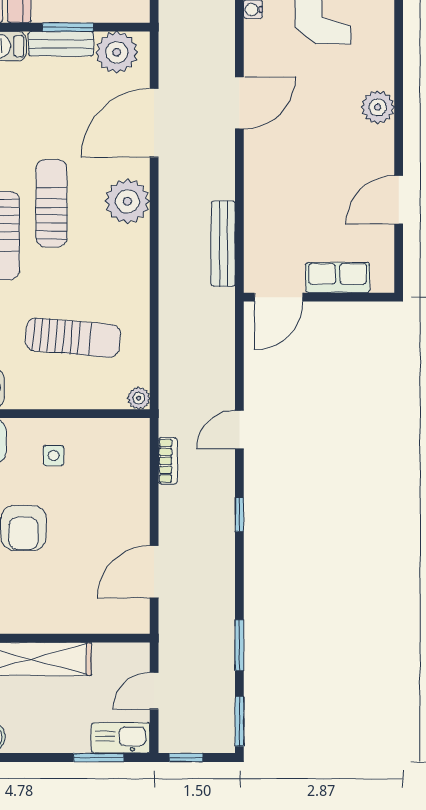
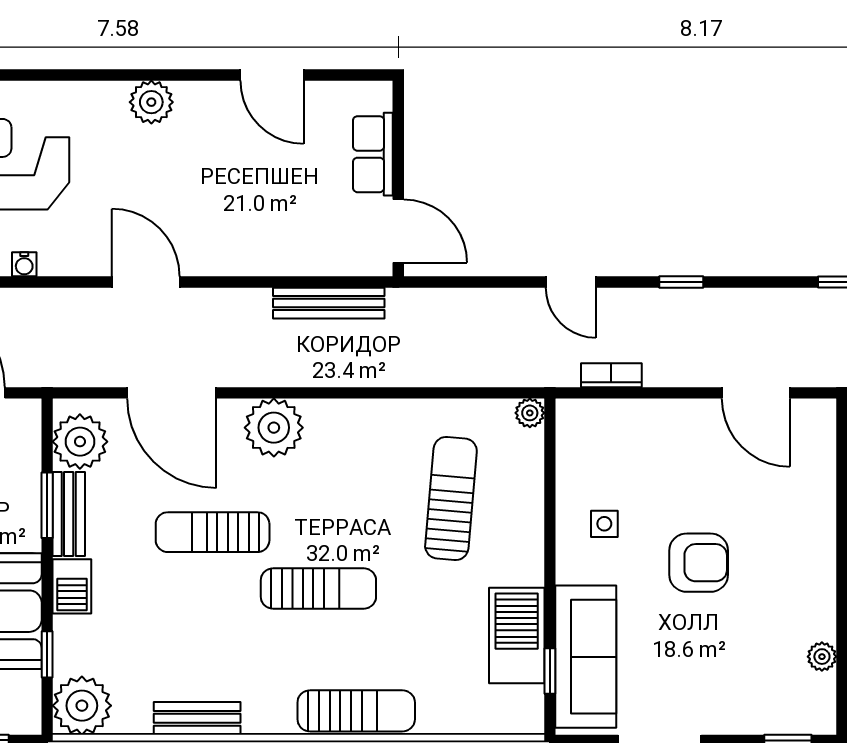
sun lounger: (52, 203) -> (213, 532), moved

